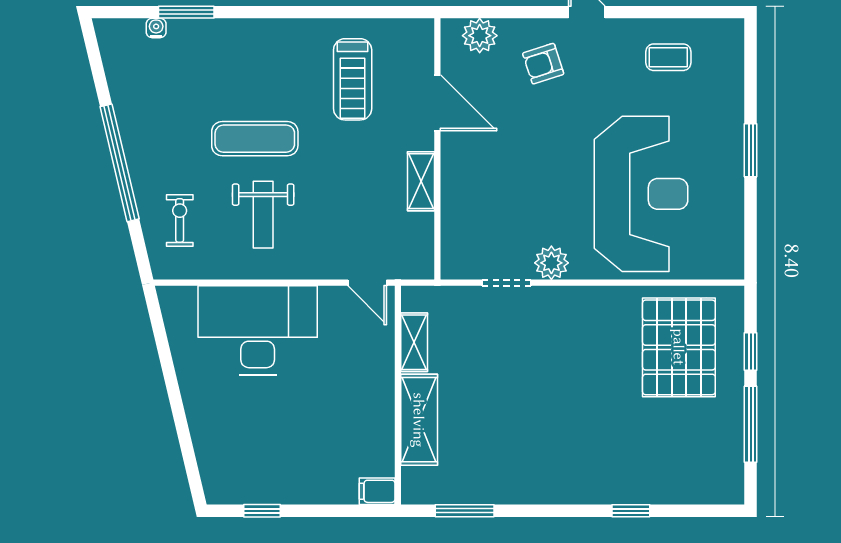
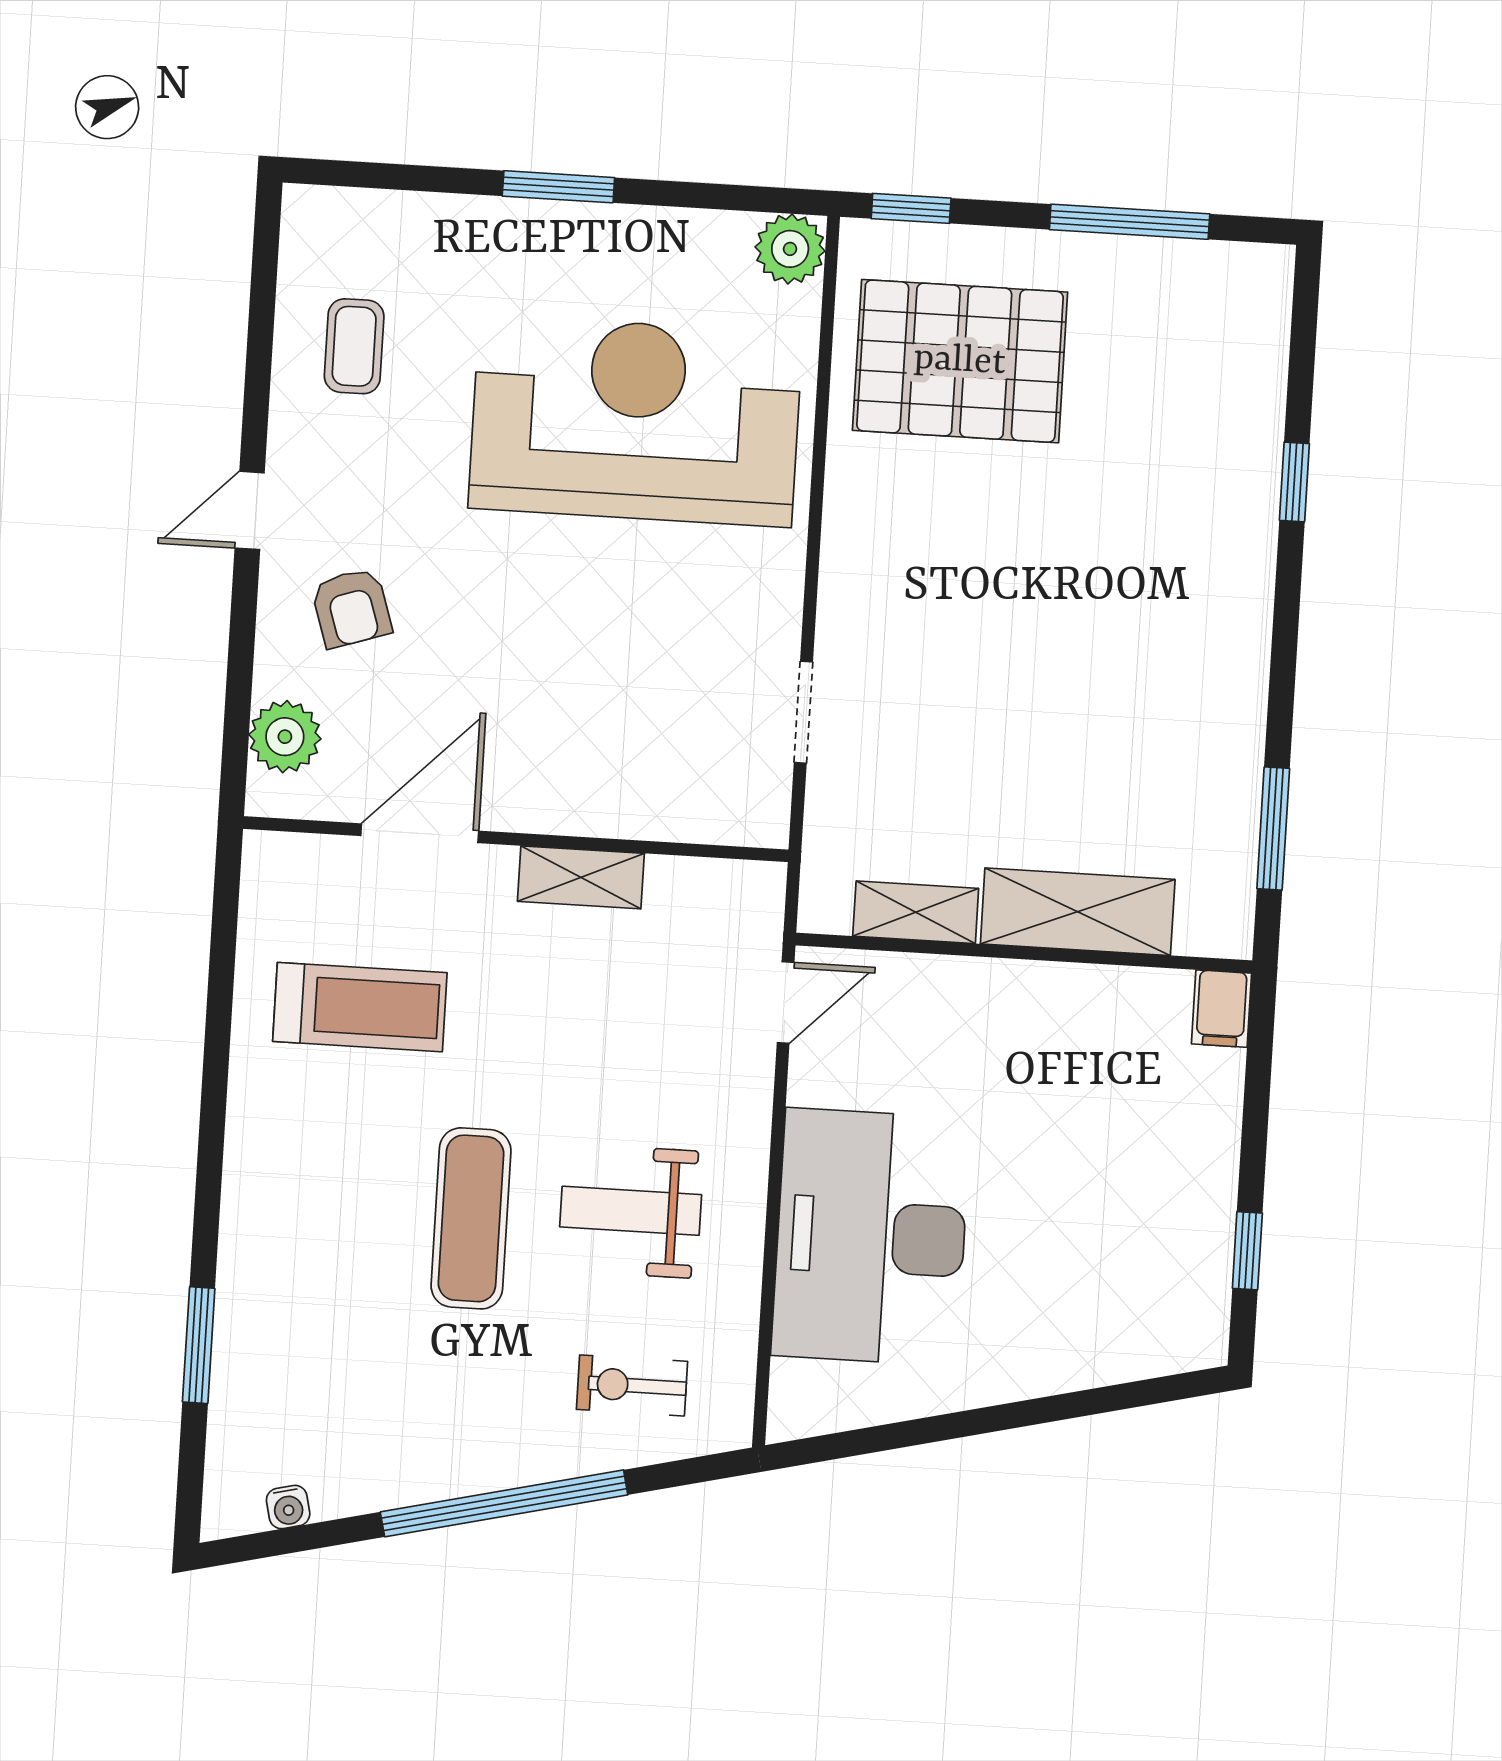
water cooler: (156, 28) -> (288, 1507), moved, turned -103
weight bench: (263, 215) -> (631, 1211), turned 180
plant: (551, 263) -> (790, 249), moved
window: (751, 351) -> (911, 208), moved

